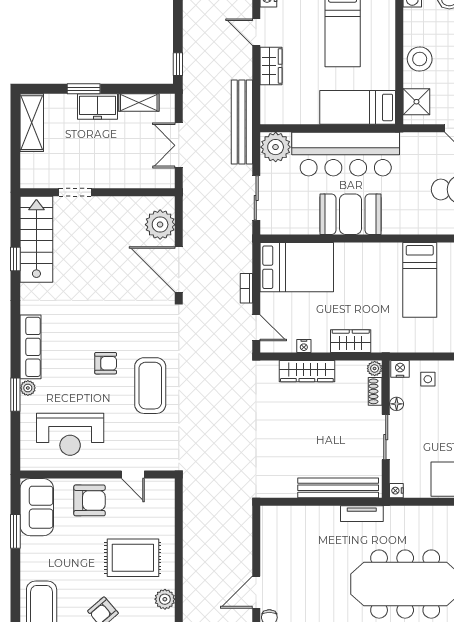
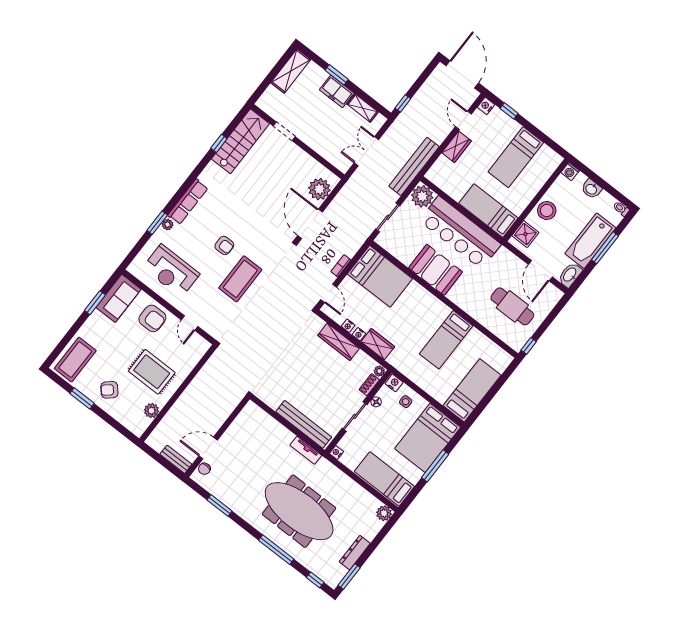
nightstand: (322, 346) -> (359, 334), added

